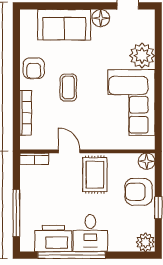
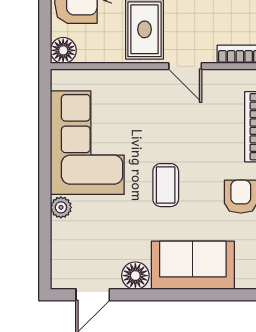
plant: (142, 56) -> (61, 207), width x0.53, depth x0.53
coffee table: (68, 87) -> (166, 185), moved

